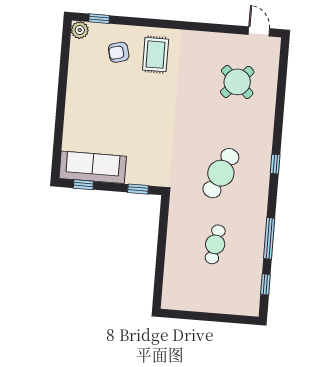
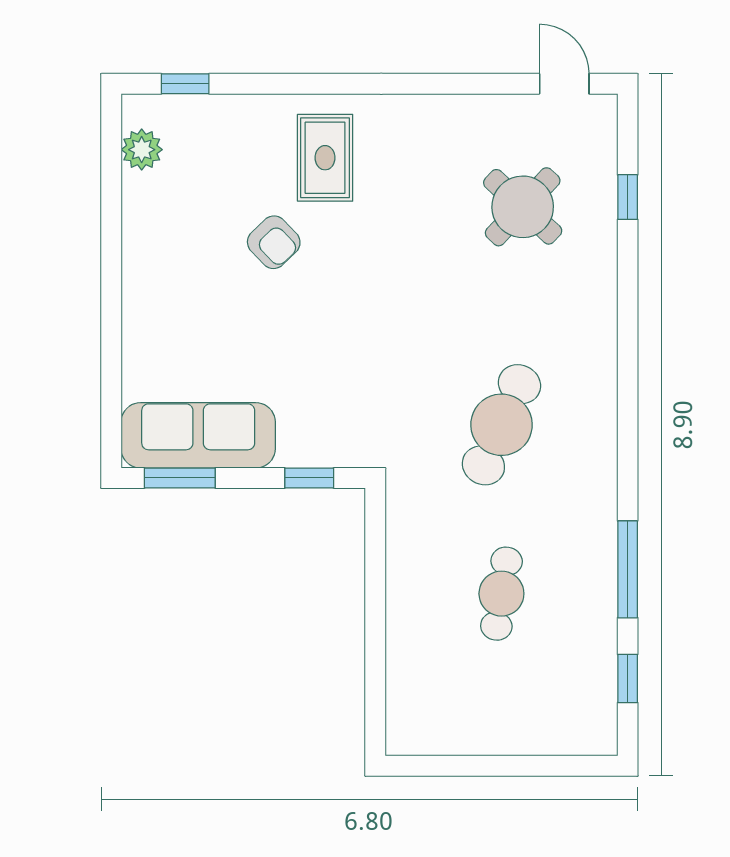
plant: (80, 30) -> (142, 150), moved
armchair: (119, 52) -> (274, 242), moved, turned -119
window: (275, 164) -> (628, 197), moved
window: (83, 185) -> (180, 478), width x1.50

